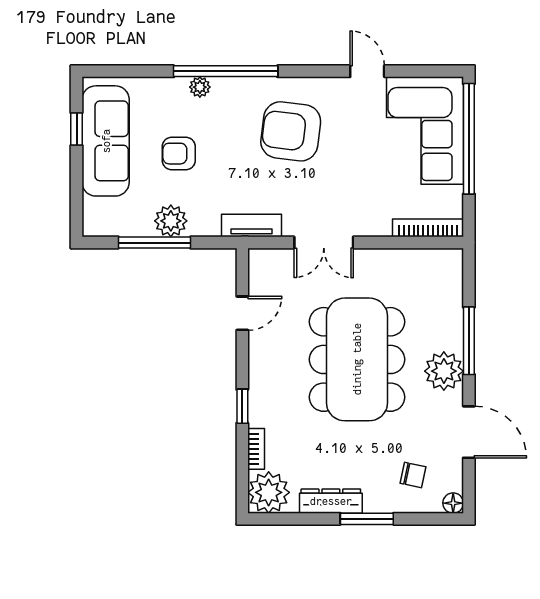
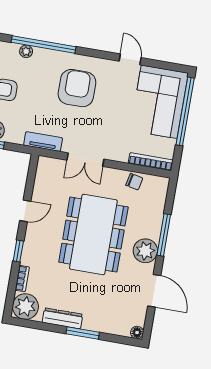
armchair: (291, 131) -> (77, 88), turned 83
door: (242, 313) -> (25, 211), moved
chair: (413, 475) -> (134, 182), moved

